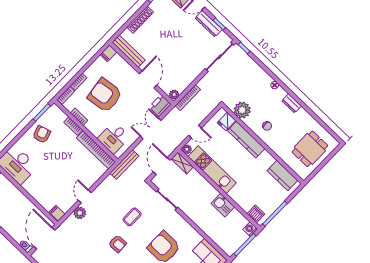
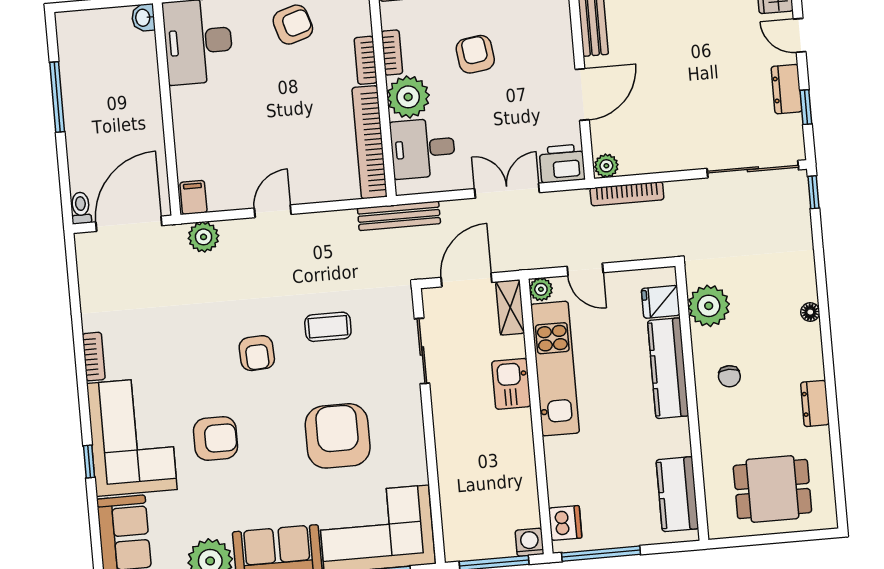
dresser: (209, 24) -> (787, 89), width x0.70
armchair: (105, 95) -> (475, 54), width x0.53, depth x0.53
dresser: (292, 103) -> (815, 403), moved
plant: (96, 126) -> (408, 97), added
kitchen sink: (223, 205) -> (511, 384), moved
plant: (80, 213) -> (204, 237), moved

